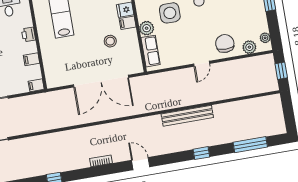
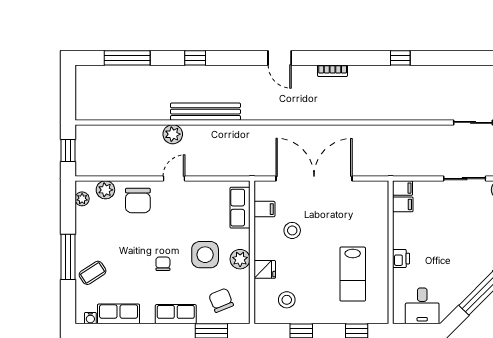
filing cabinet: (128, 23) -> (264, 209), moved
plant: (147, 28) -> (240, 259), moved
filing cabinet: (32, 59) -> (403, 204), moved
plant: (208, 95) -> (173, 134), added

